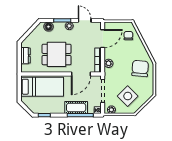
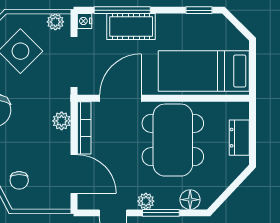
door: (103, 39) -> (74, 174), swing flipped
dining table: (57, 54) -> (173, 140), width x1.37

